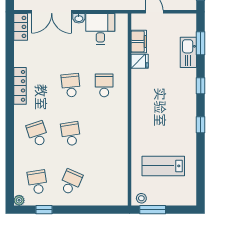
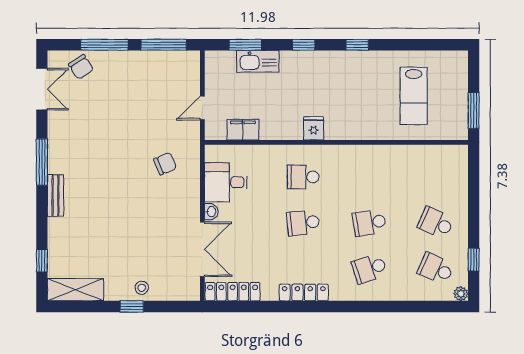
locker: (21, 27) -> (233, 292), width x1.53
fridge: (140, 61) -> (314, 128), moved
school desk: (37, 182) -> (436, 269), turned 33
stool: (141, 198) -> (458, 126), removed

